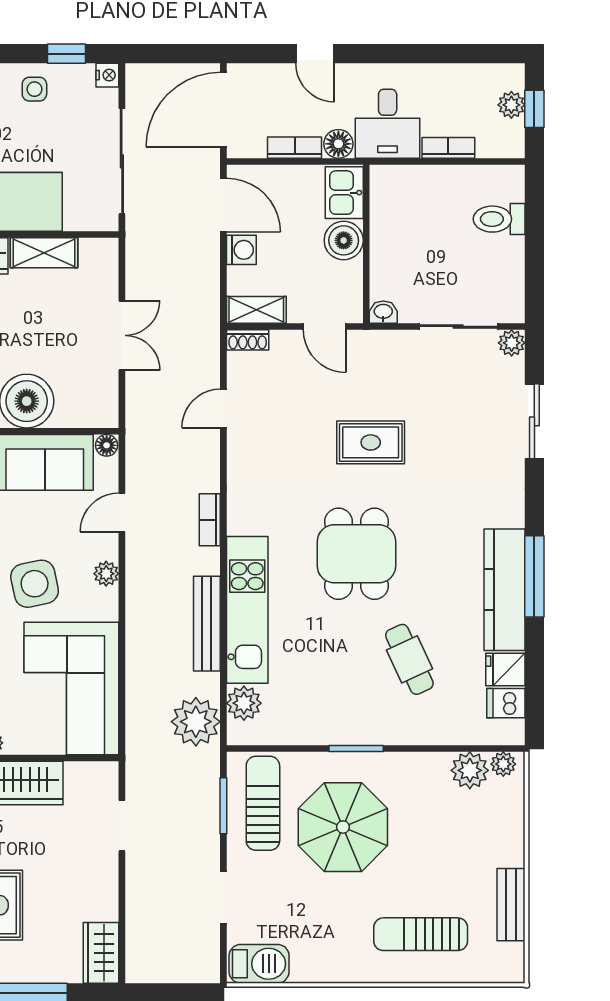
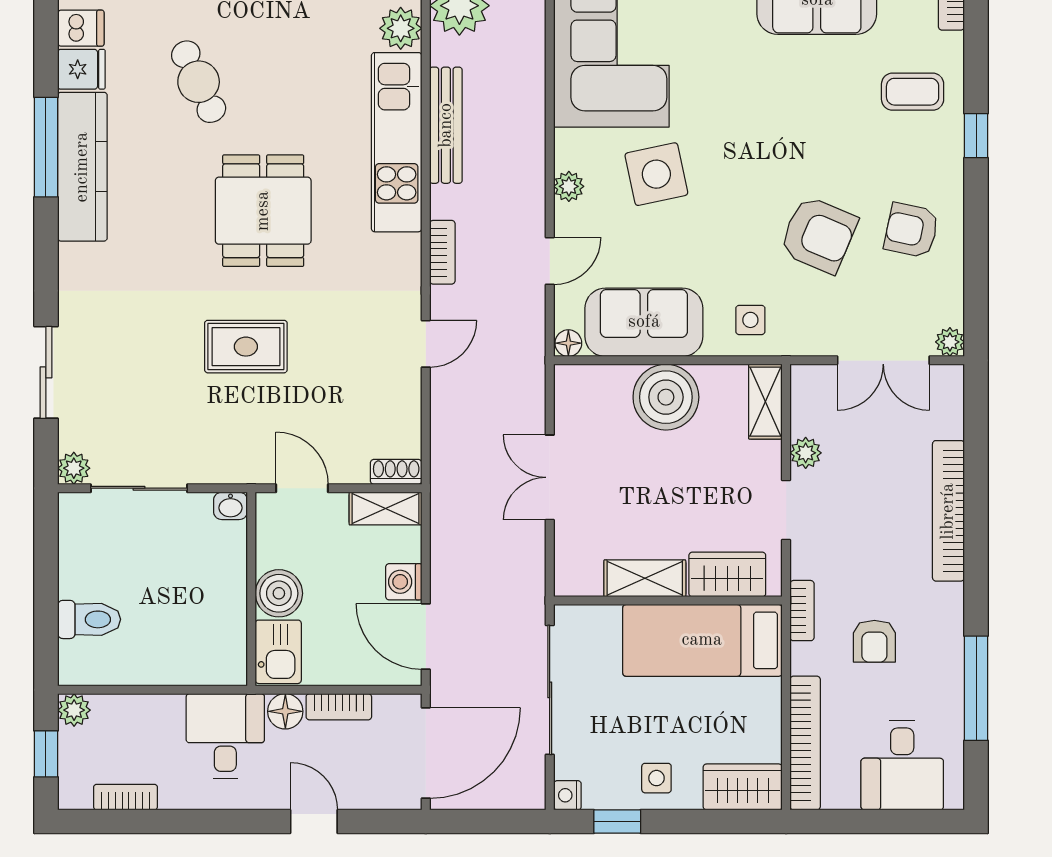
plant: (511, 105) -> (74, 710), moved
bookcase: (448, 148) -> (126, 797), moved, turned 180
door: (223, 408) -> (426, 344), moved
window: (534, 576) -> (46, 147), moved

